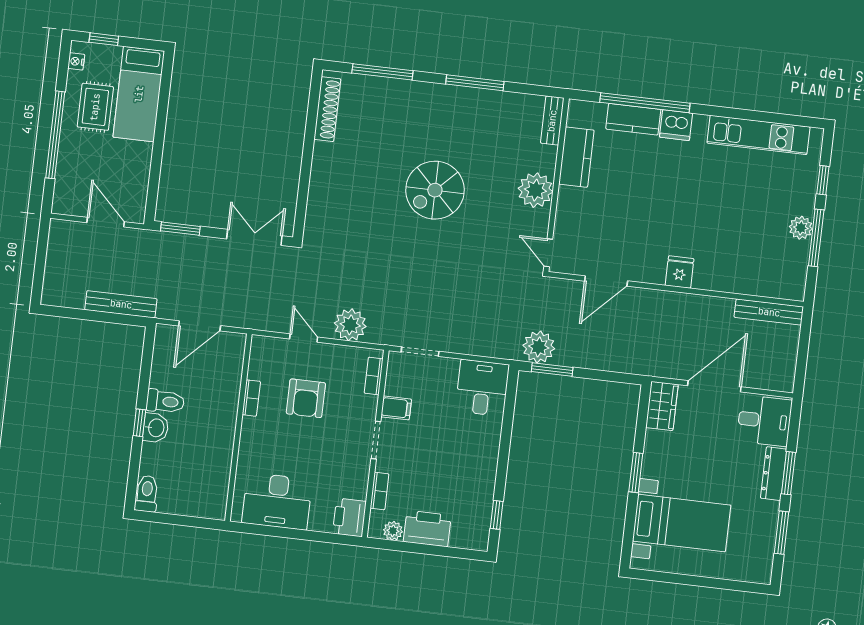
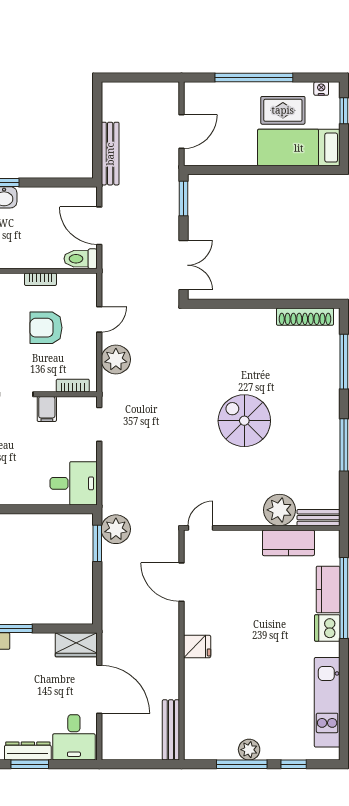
plant: (535, 190) -> (280, 510), moved
toilet: (165, 401) -> (81, 259), moved, turned 90

